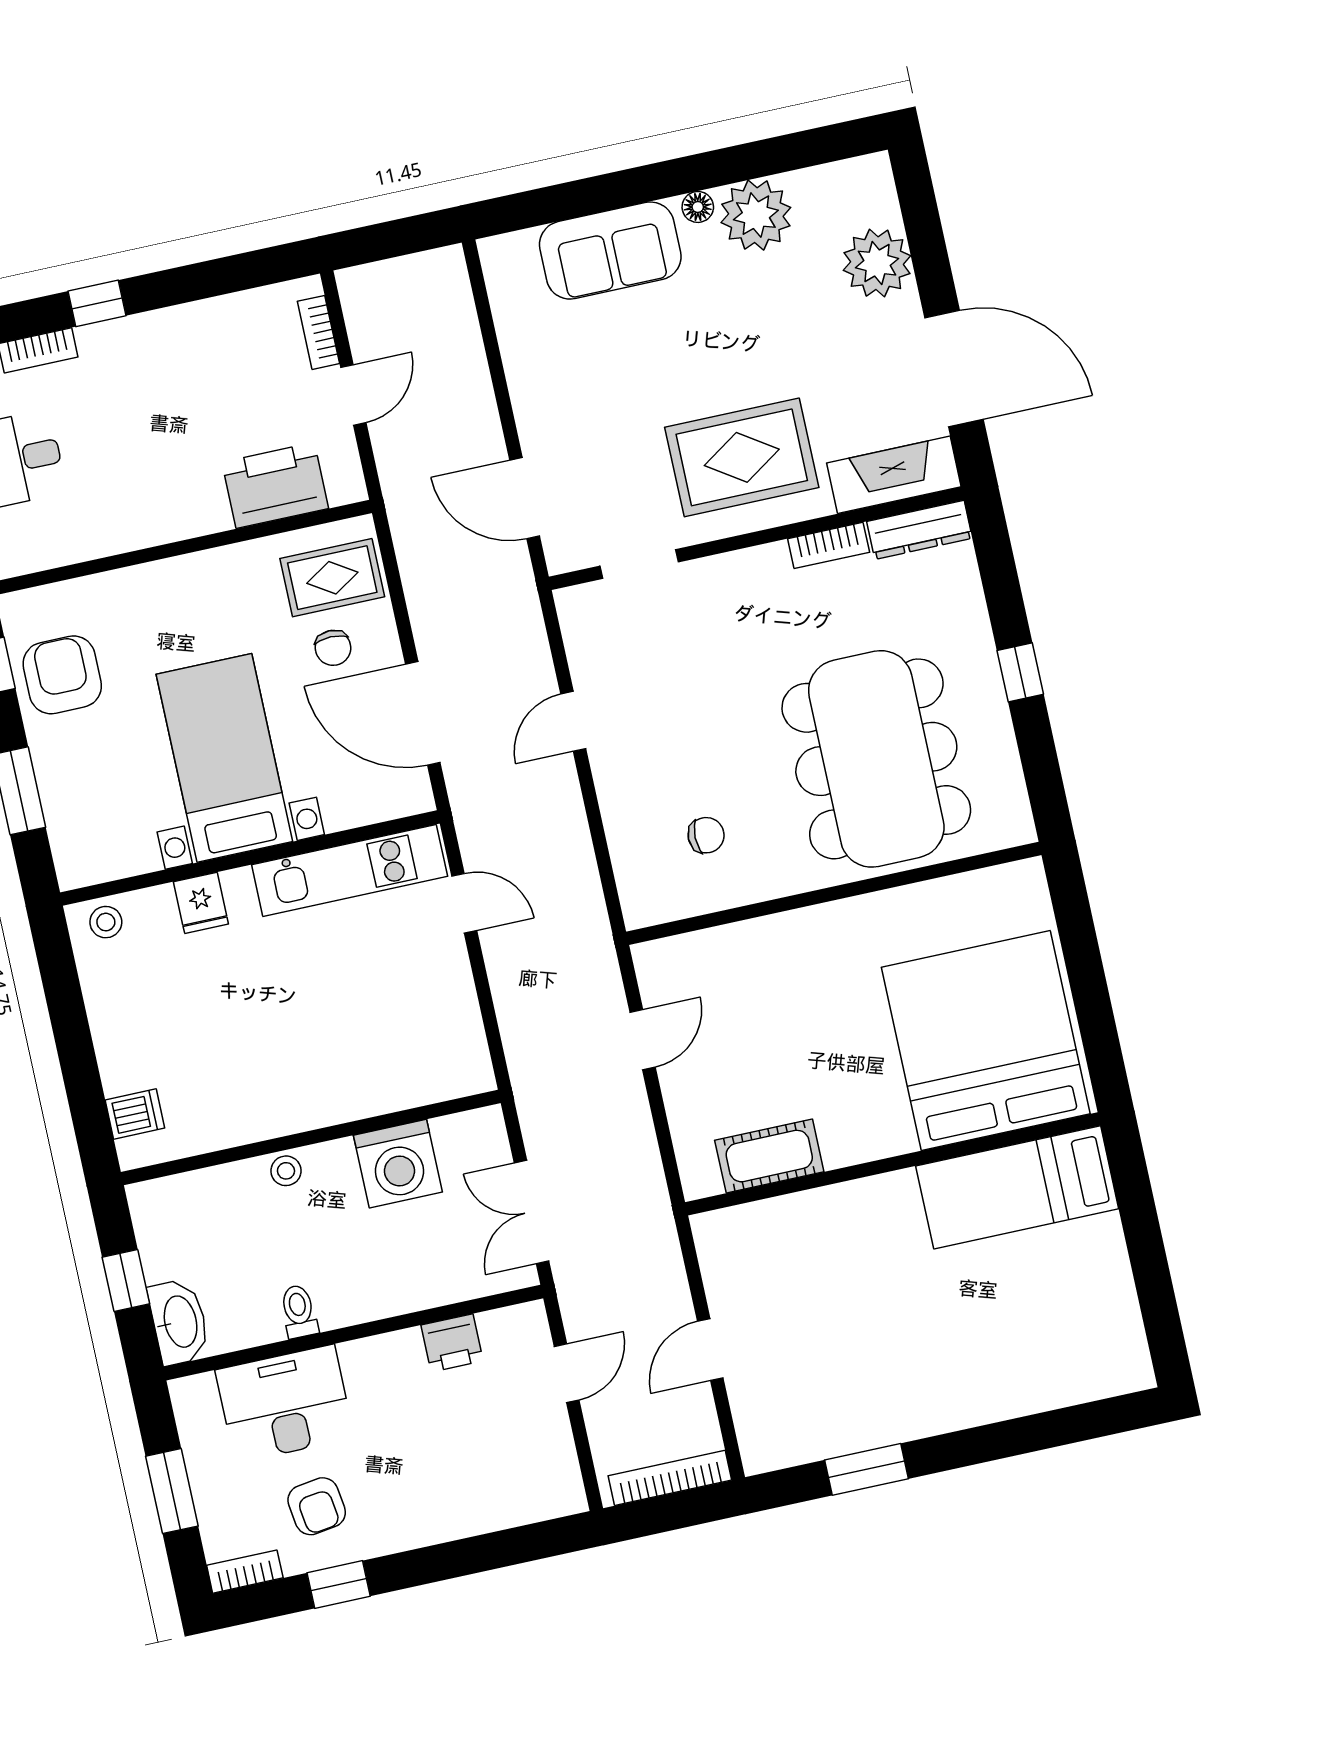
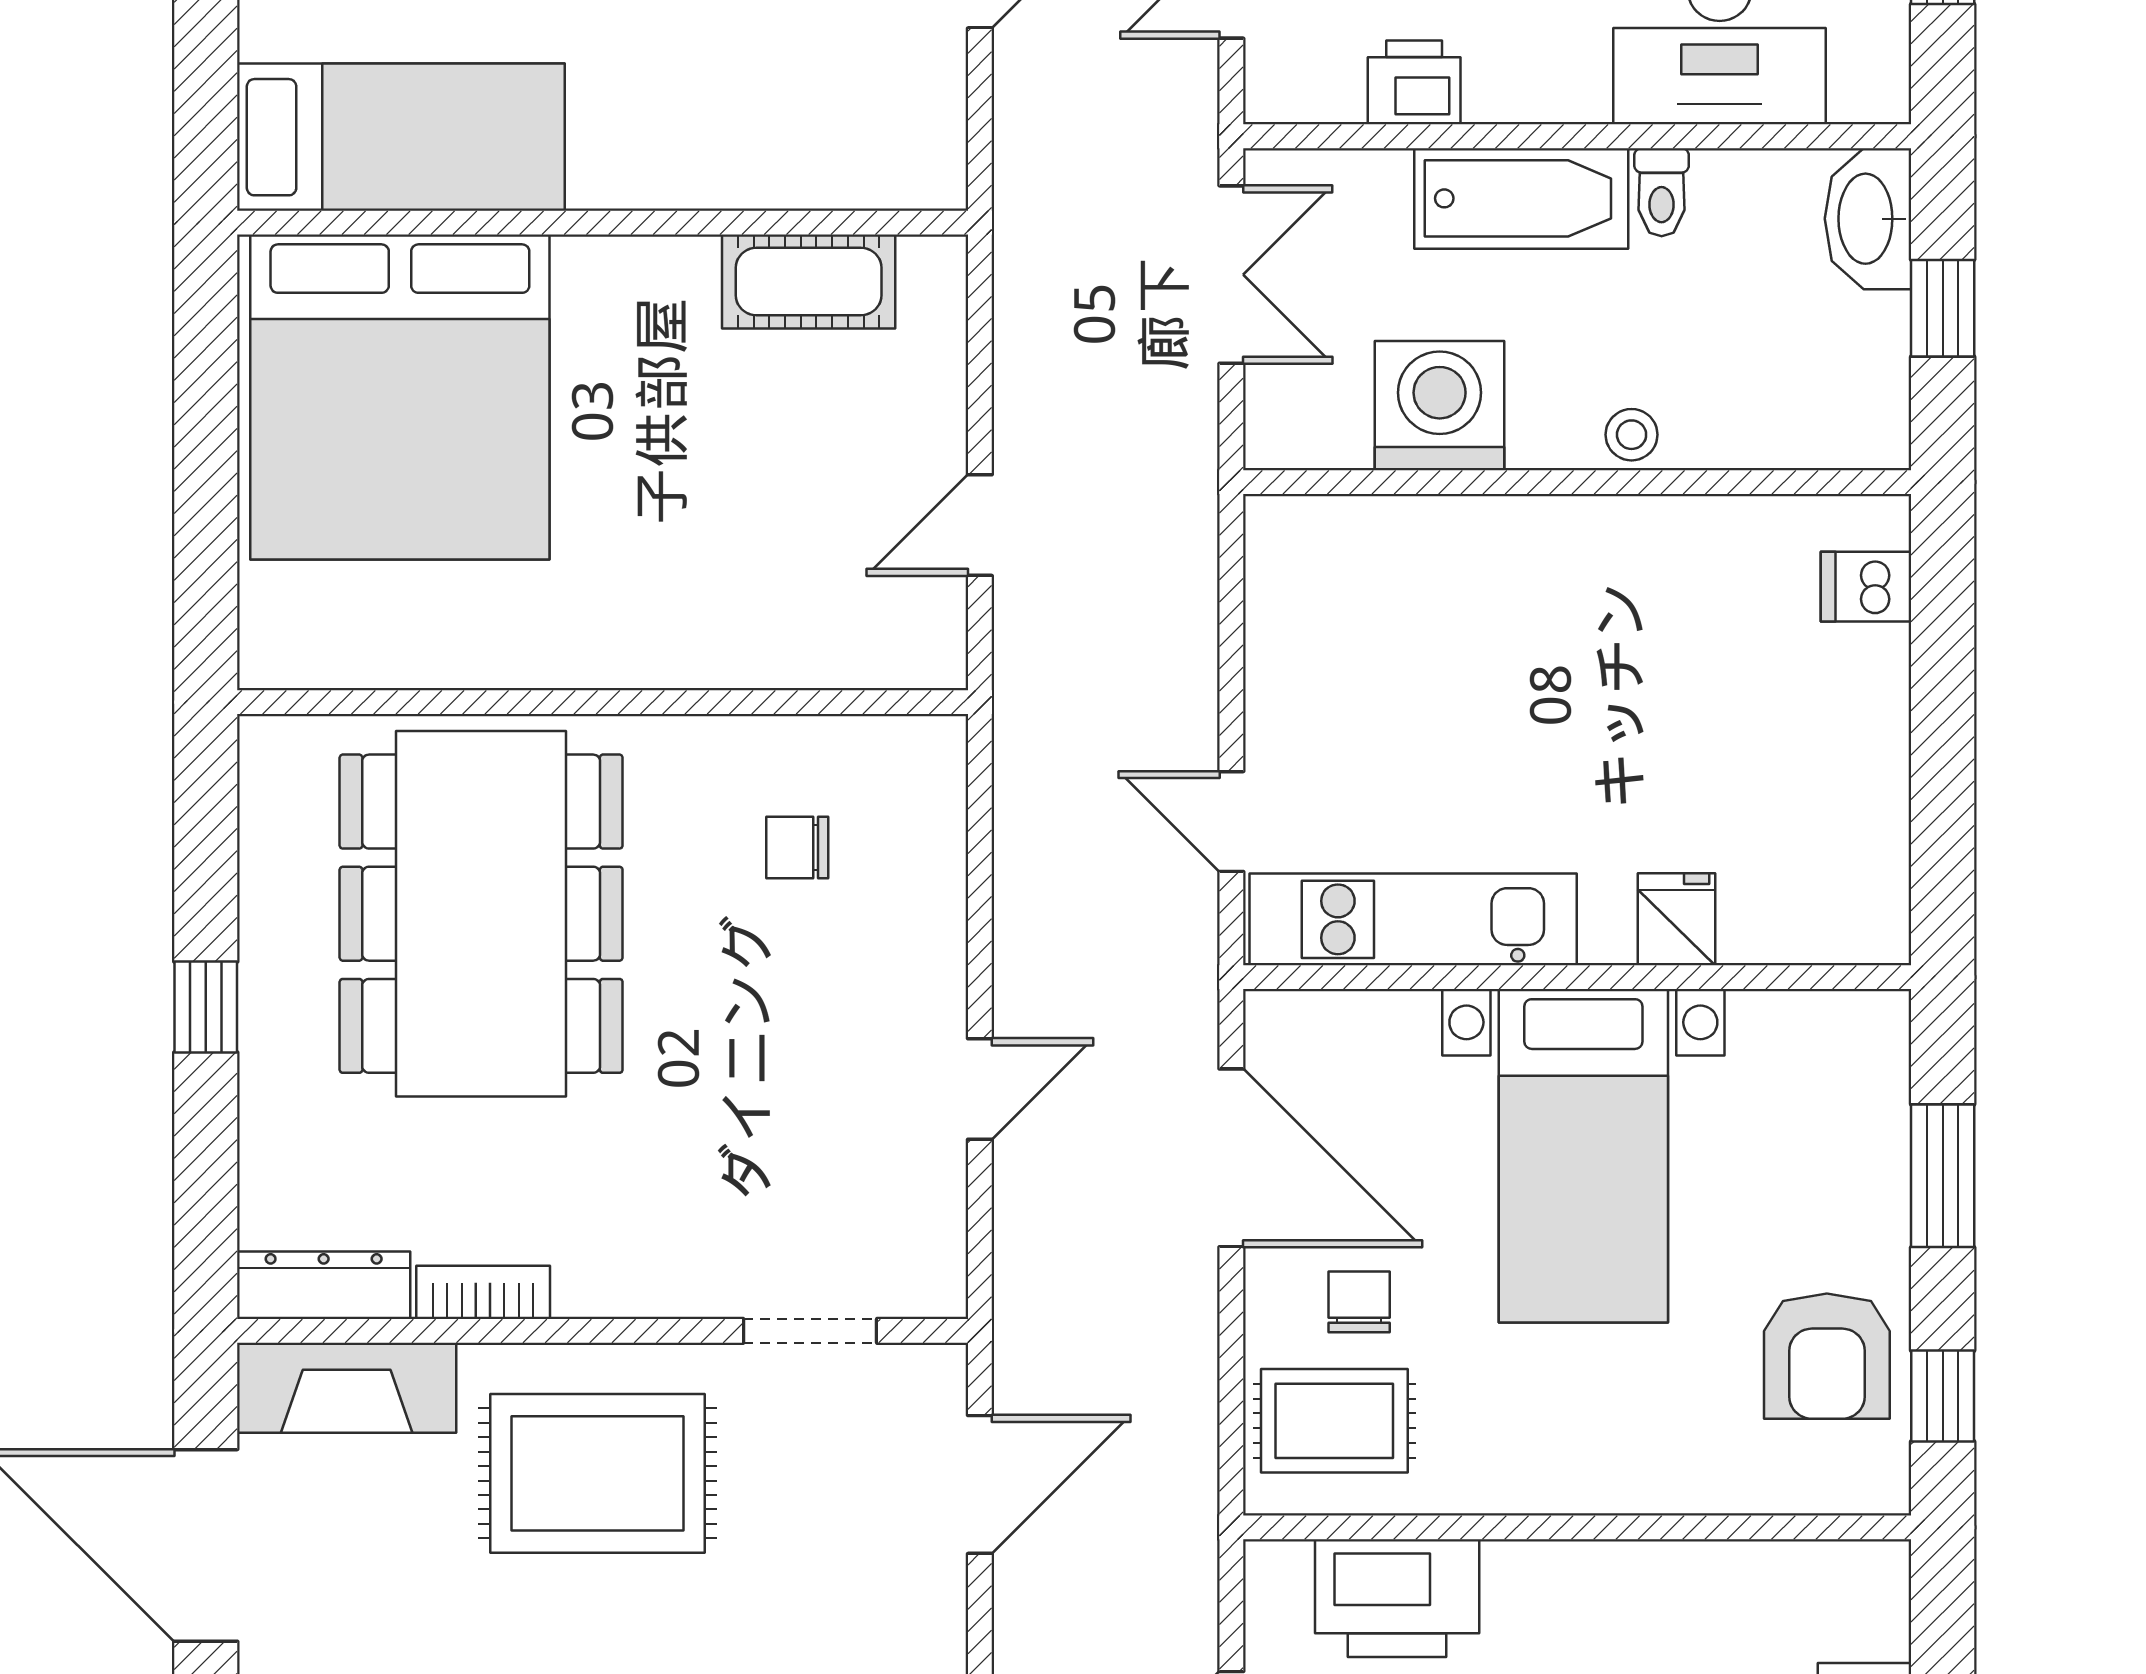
door: (525, 498) -> (980, 1484), hinge flipped
stool: (106, 922) -> (1844, 922), removed
bathtub: (377, 1291) -> (1521, 198), added

